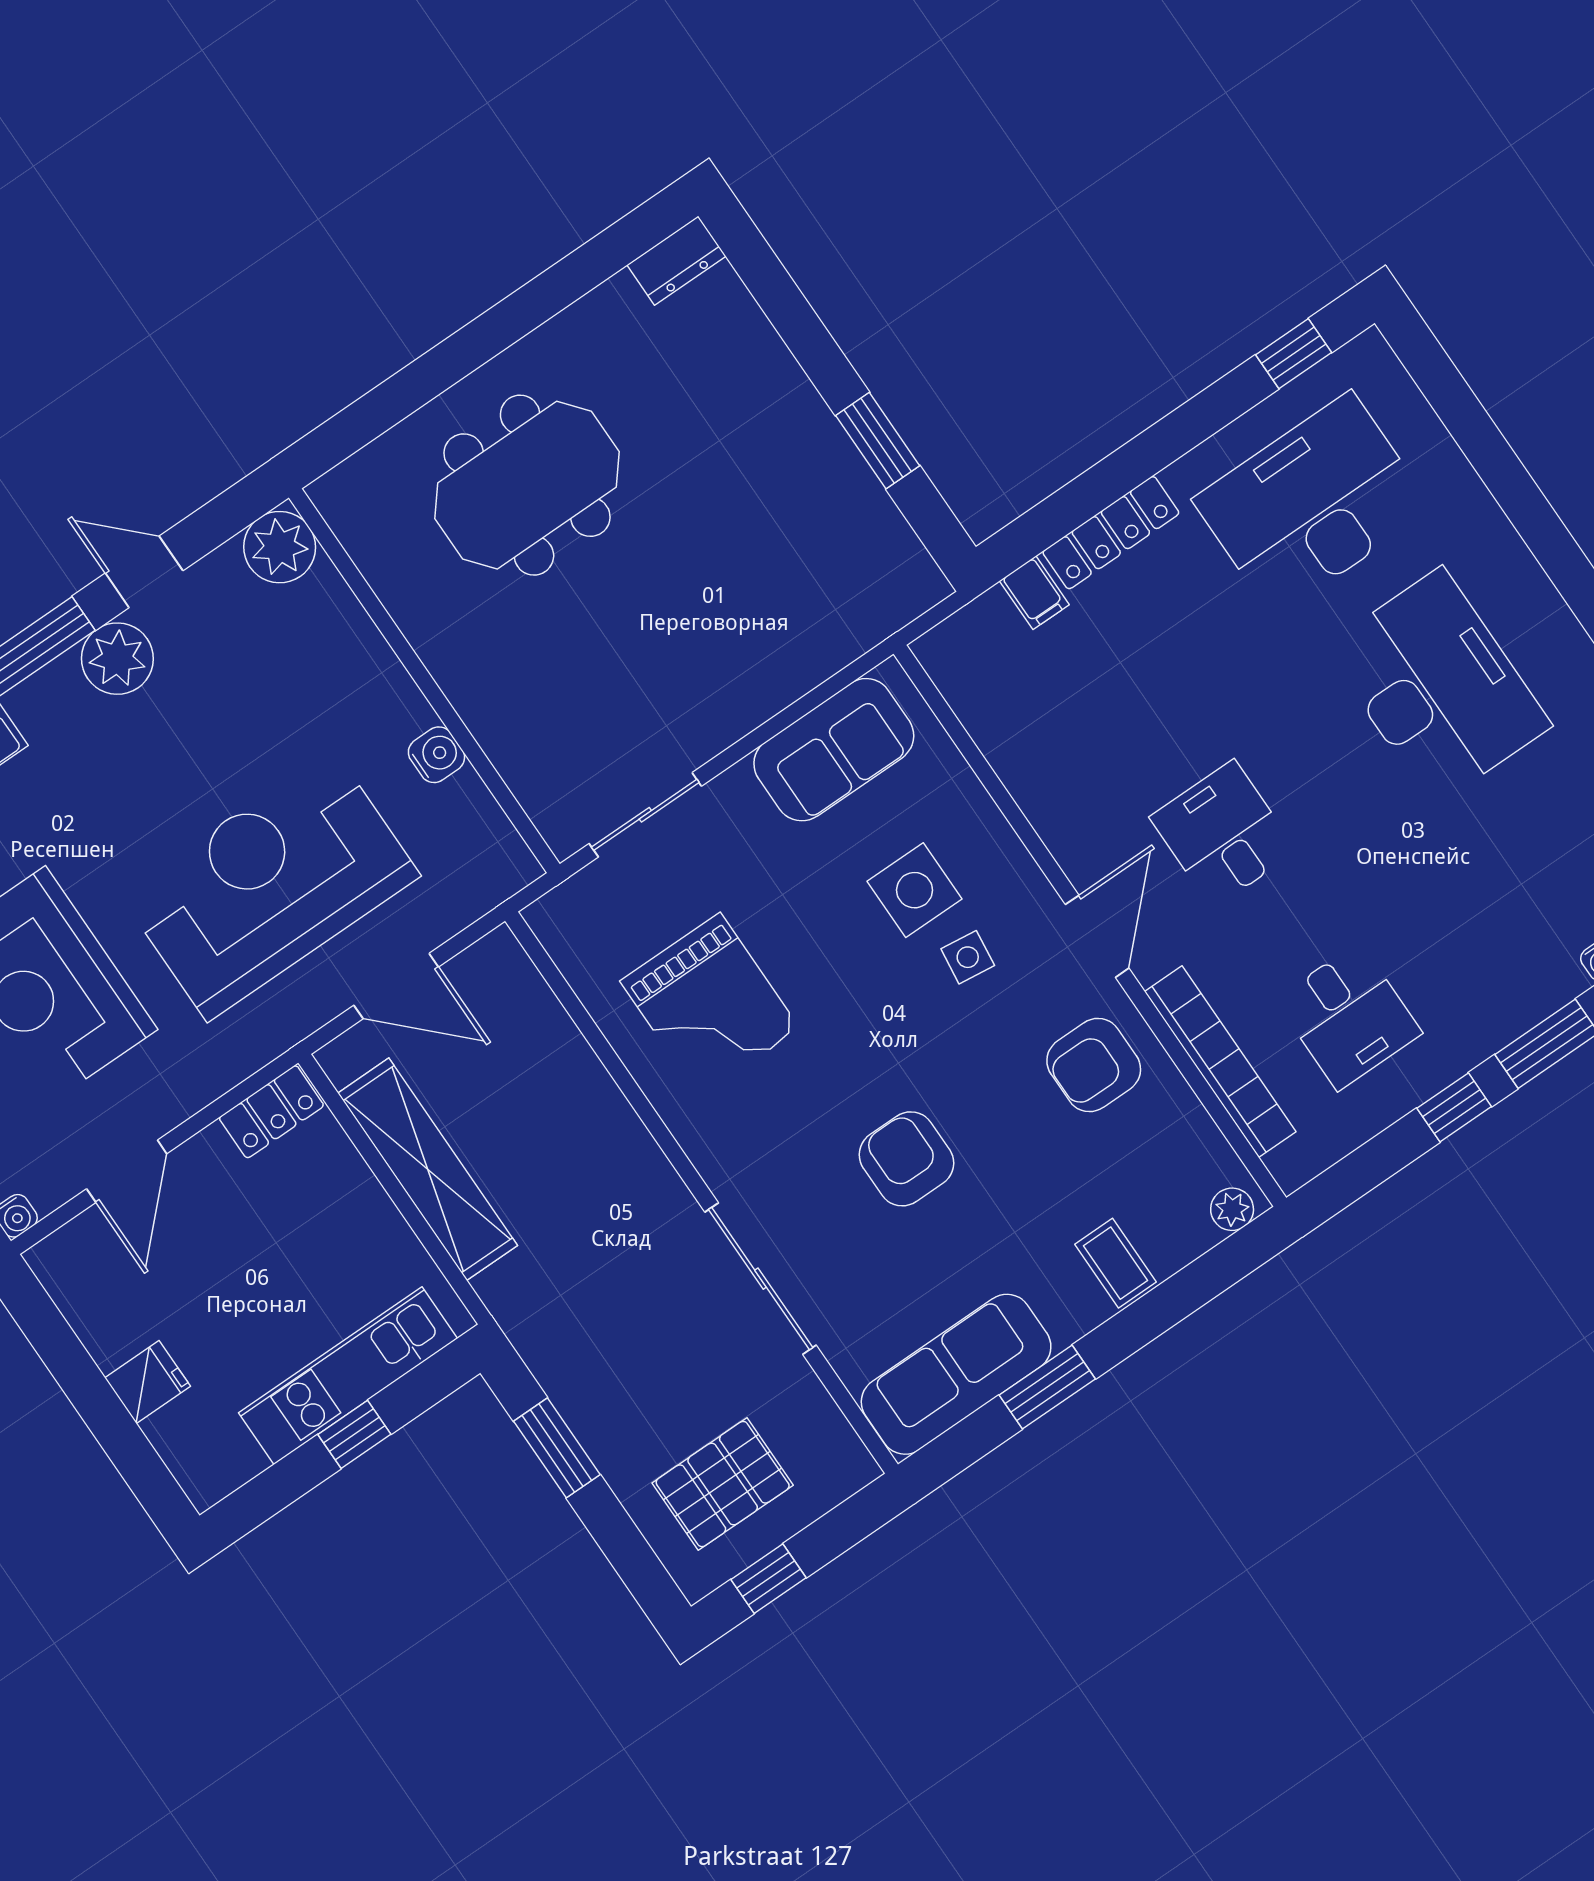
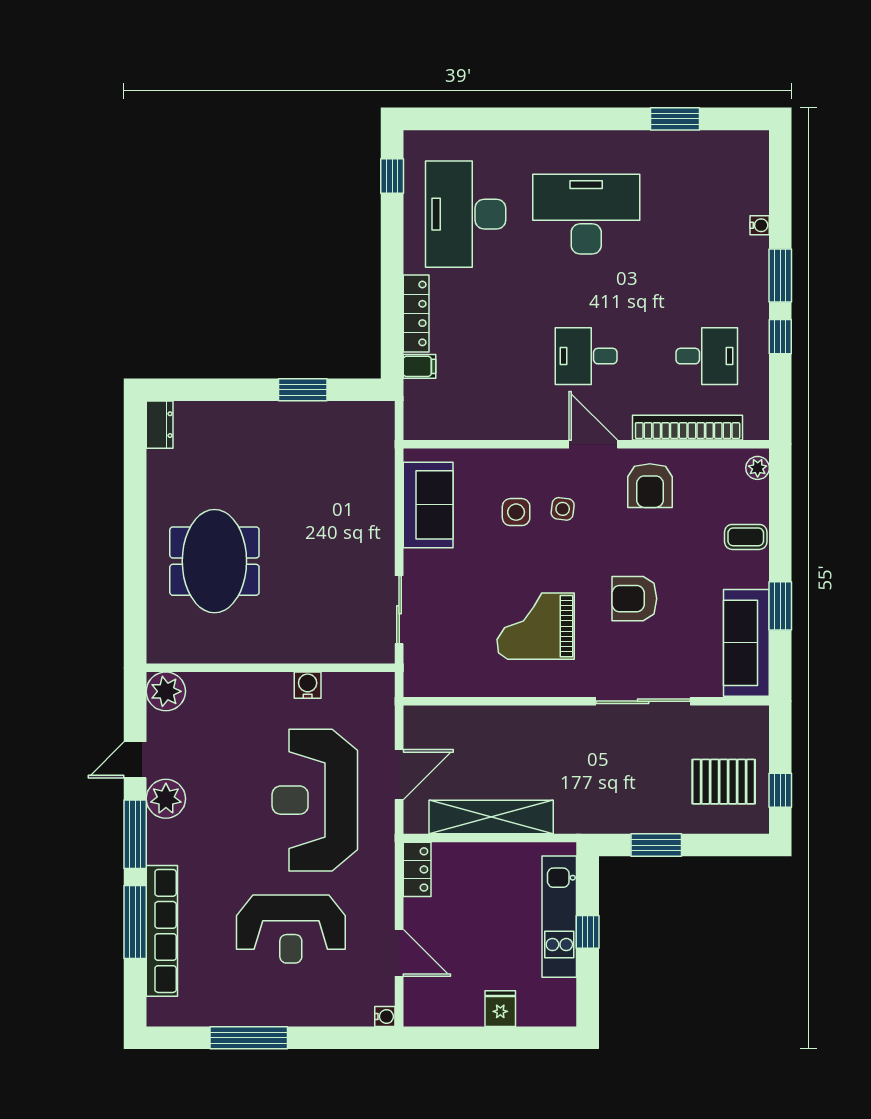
side table: (915, 890) -> (516, 512), width x0.73, depth x0.73
grand piano: (710, 1005) -> (536, 626), moved, turned 180
pallet: (723, 1484) -> (724, 782), turned 90

